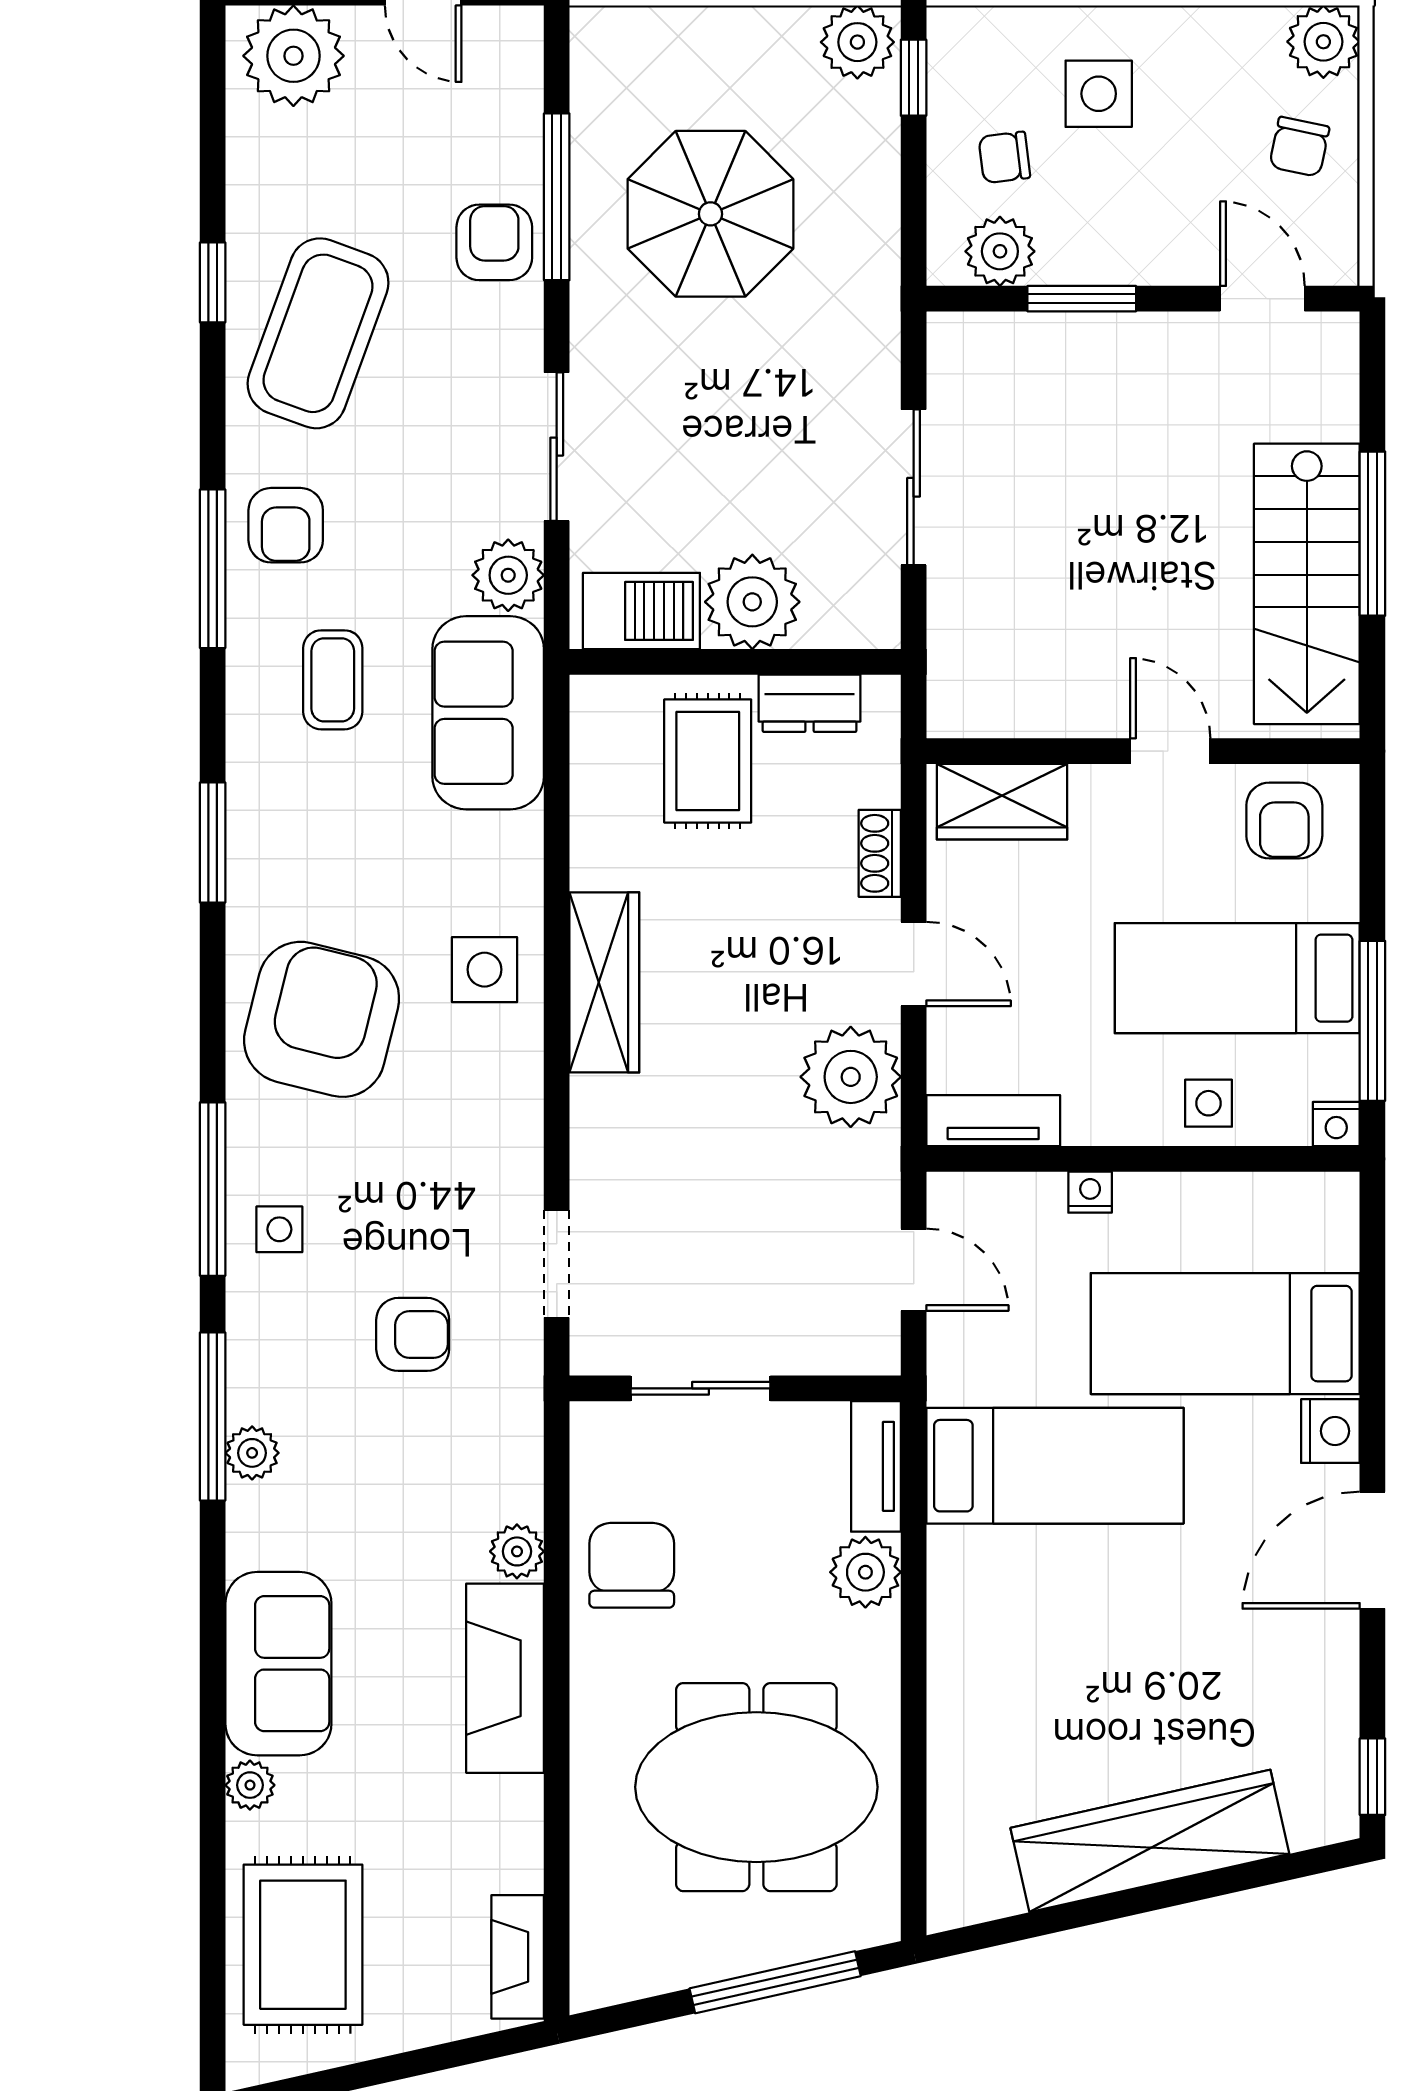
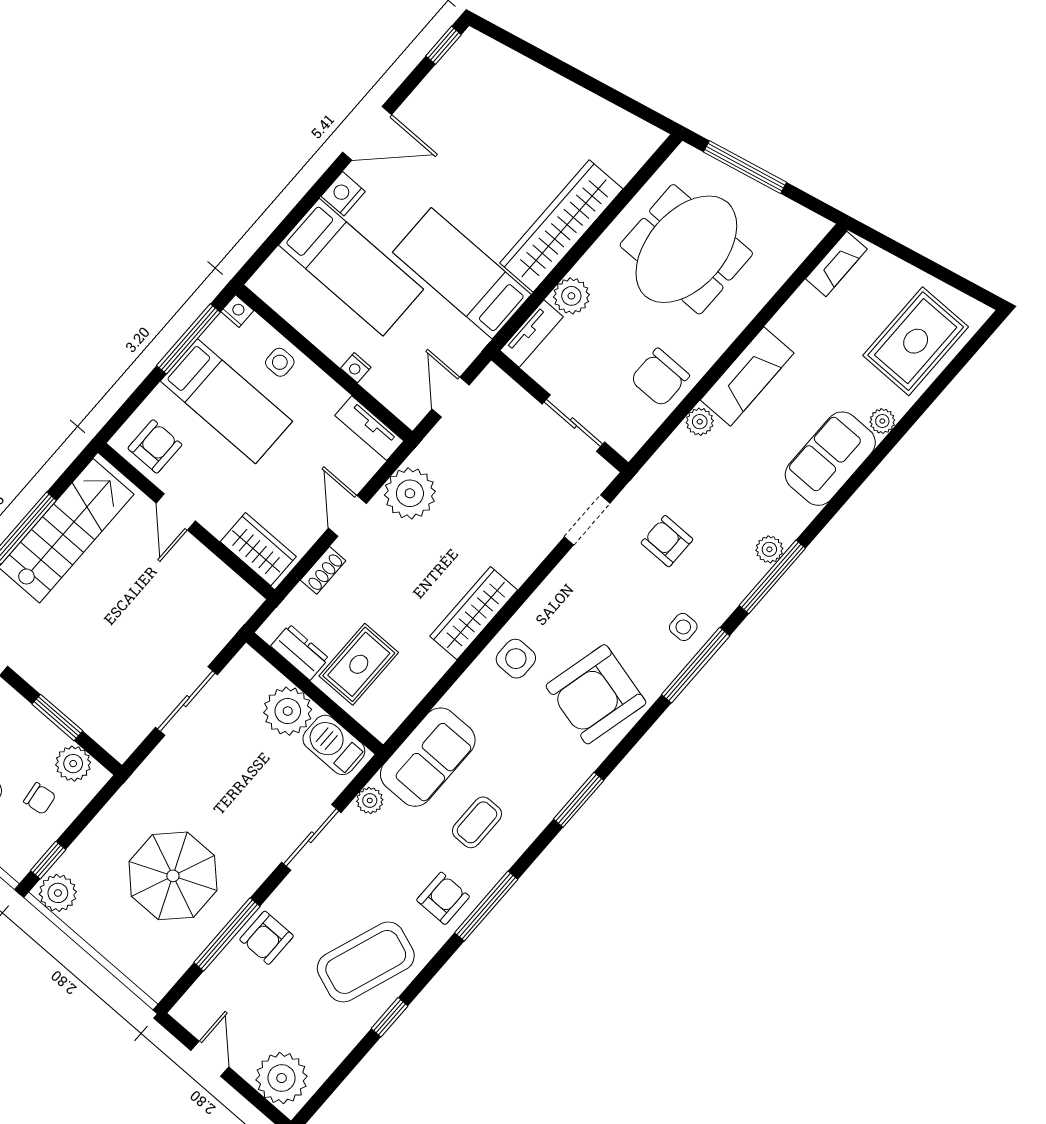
plant: (508, 575) -> (370, 800), width x0.73, depth x0.73
meeting table: (756, 1787) -> (686, 249), turned 90
wardrobe: (1150, 1841) -> (561, 226), moved, turned 103

